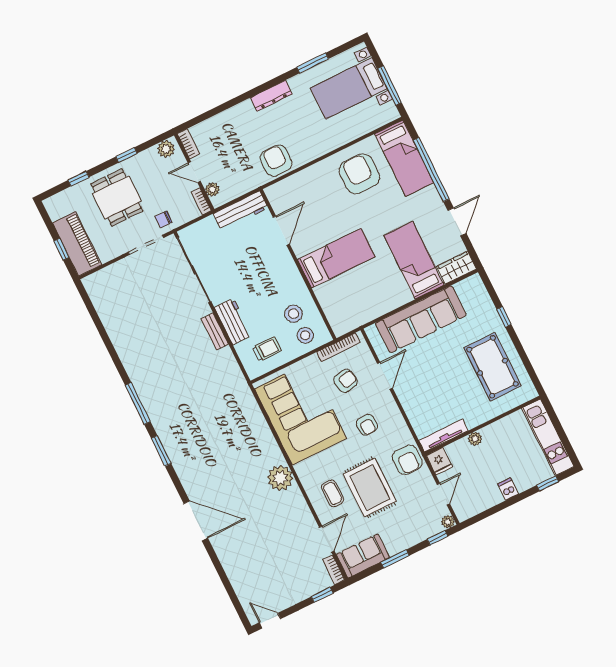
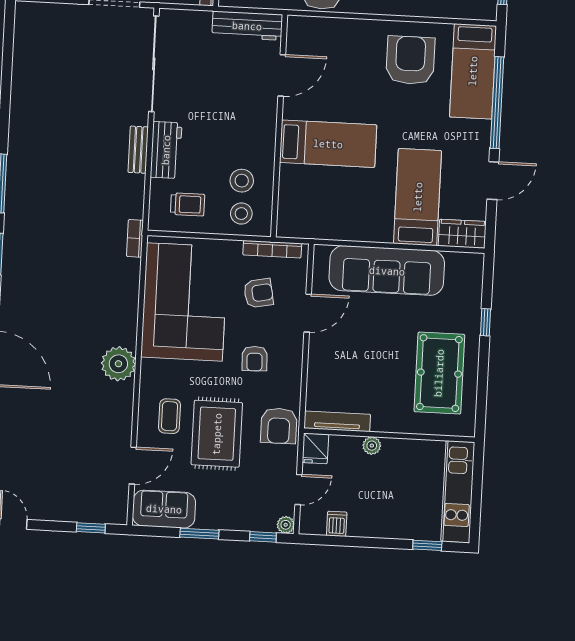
dishwasher: (508, 489) -> (337, 524), moved
bookcase: (334, 570) -> (135, 238), moved

